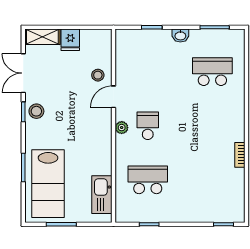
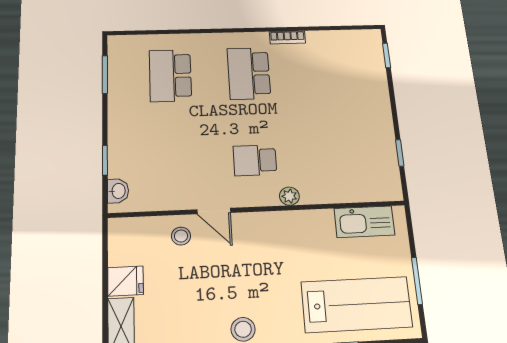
washbasin: (180, 36) -> (118, 191), moved
plant: (122, 128) -> (289, 196), moved
school desk: (148, 180) -> (249, 73), moved

